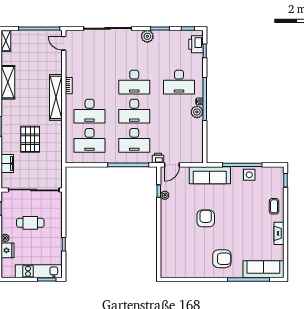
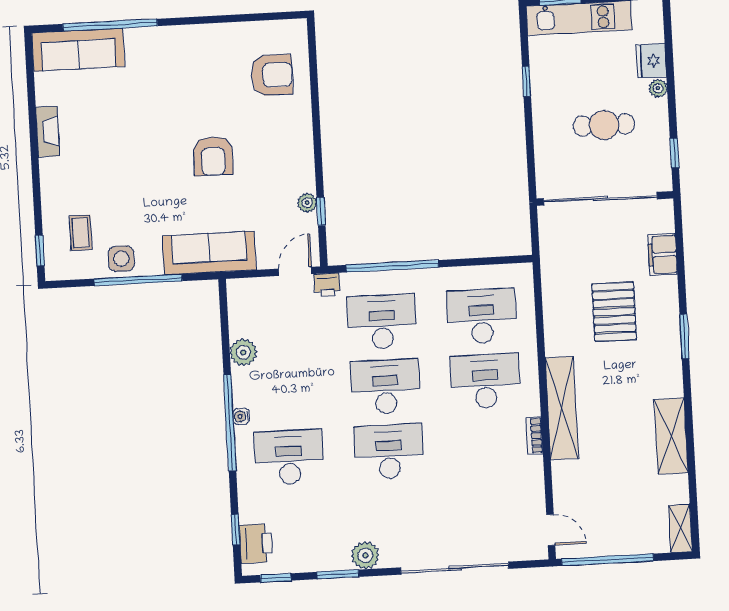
plant: (197, 112) -> (243, 352), moved
coffee table: (274, 206) -> (81, 233), moved
armchair: (222, 259) -> (272, 75), moved, turned 180

